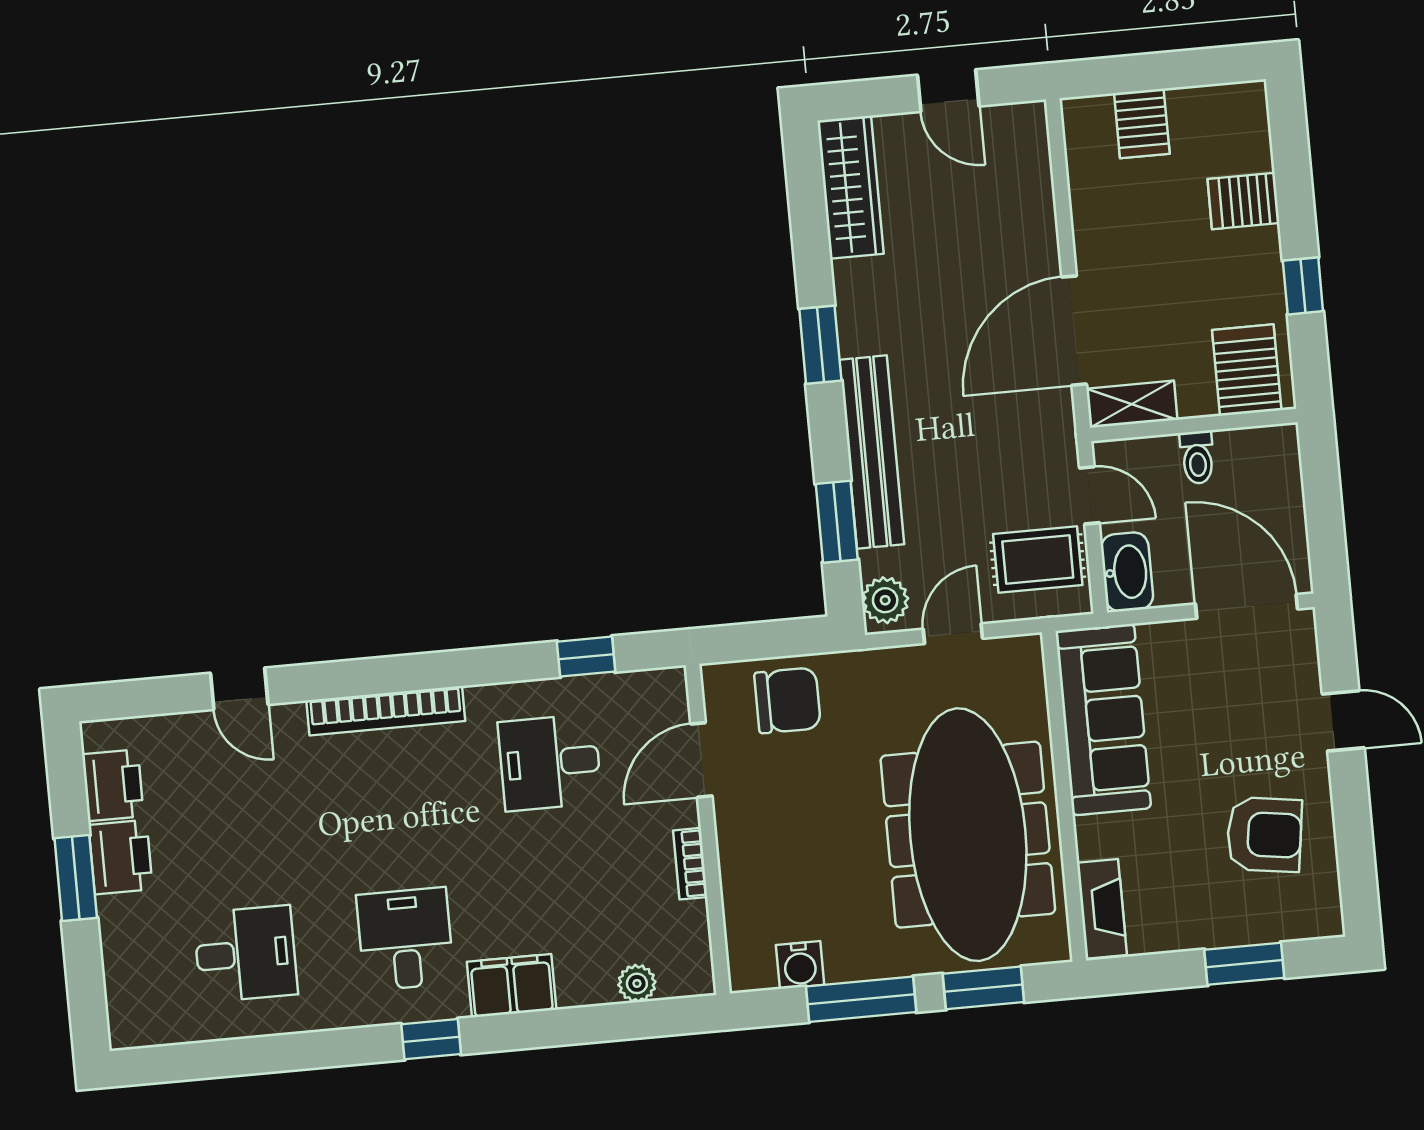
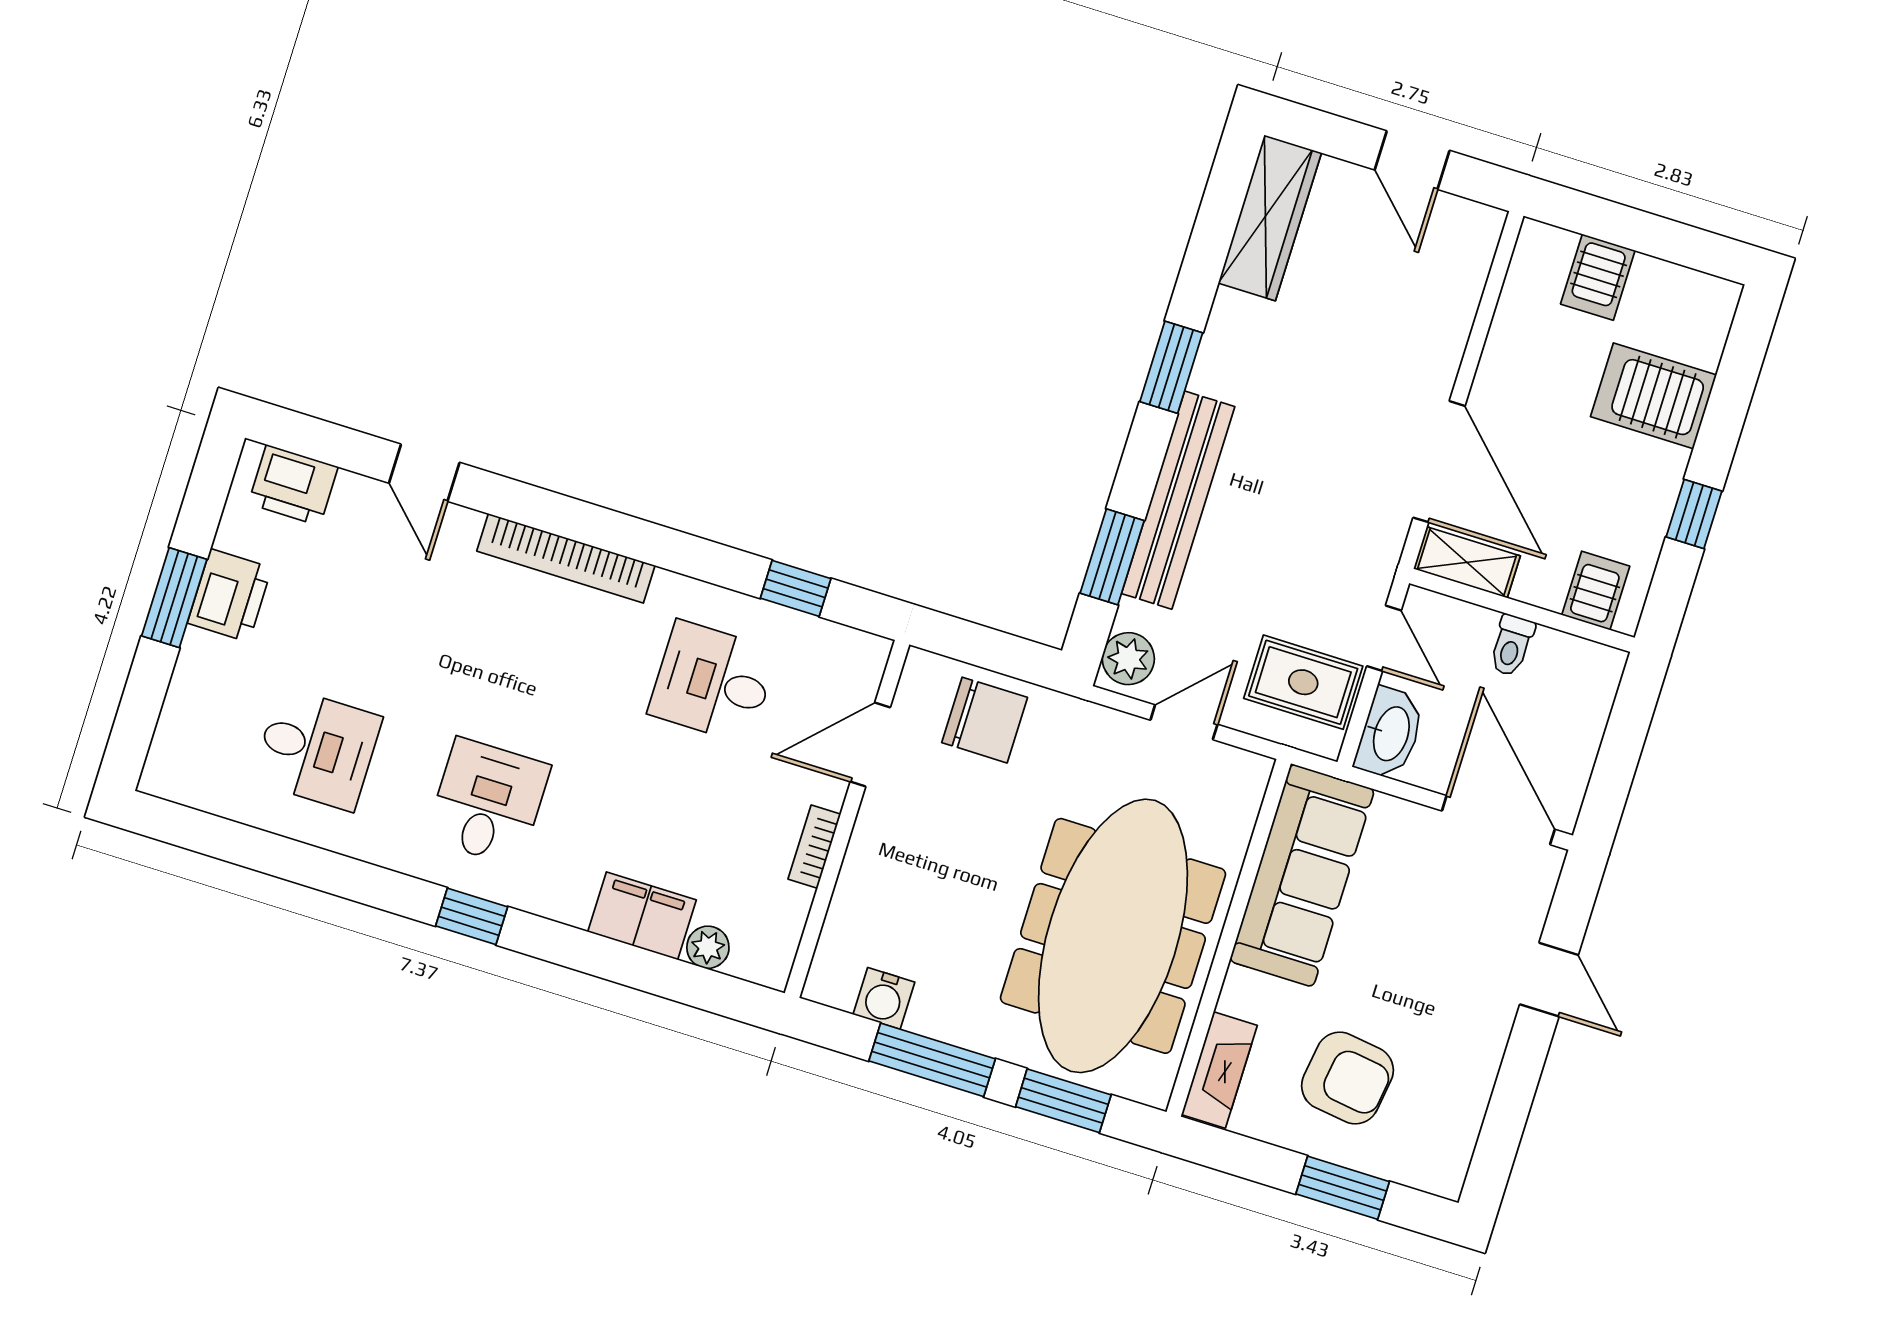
server rack: (1243, 201) -> (1653, 396), width x1.36, depth x1.44
door: (1074, 331) -> (1439, 462), swing flipped
server rack: (1247, 370) -> (1596, 591), width x0.73, depth x0.70
printer: (113, 785) -> (293, 485), moved, turned 90
armchair: (1264, 835) -> (1347, 1078), moved
filing cabinet: (512, 986) -> (642, 916), moved

